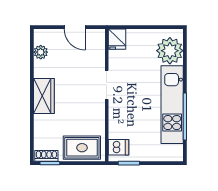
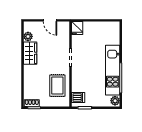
plant: (170, 51) -> (115, 101), moved, width x0.53, depth x0.53
wardrobe: (44, 96) -> (30, 53), moved
rug: (82, 148) -> (57, 86), moved, turned 90

